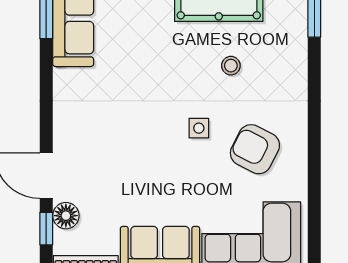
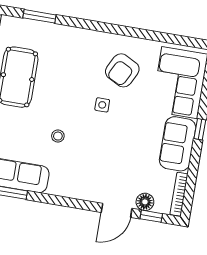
stool: (231, 66) -> (58, 136), moved

